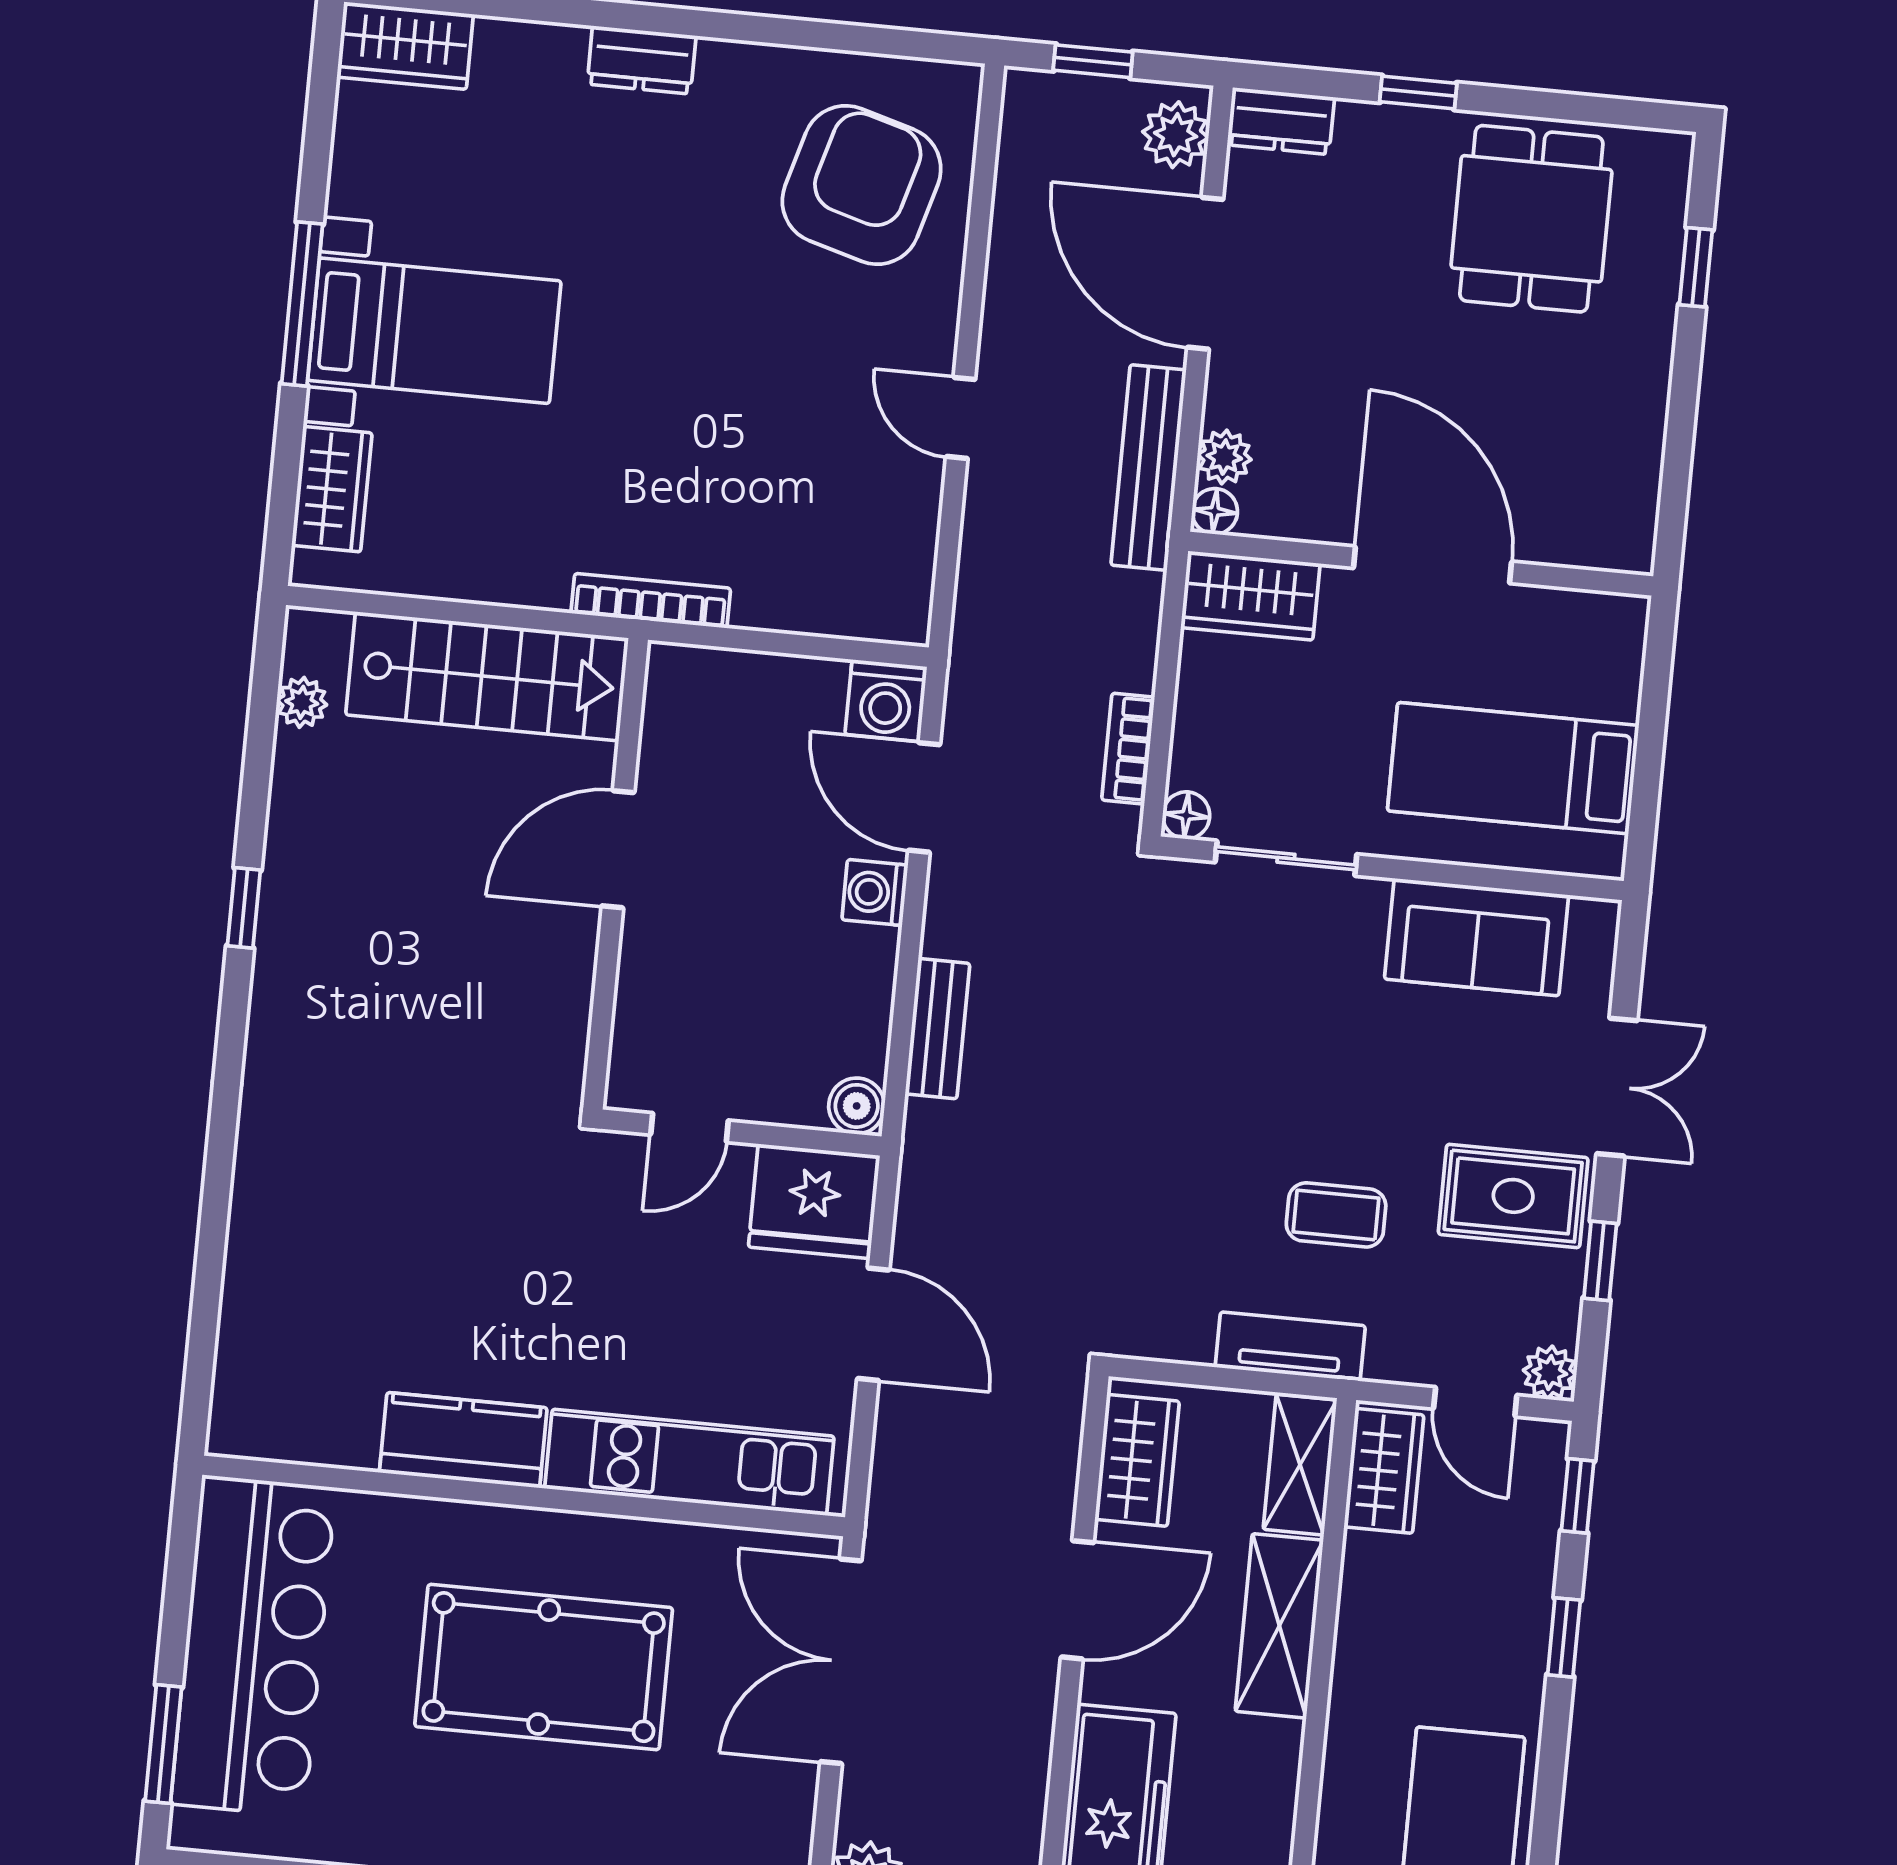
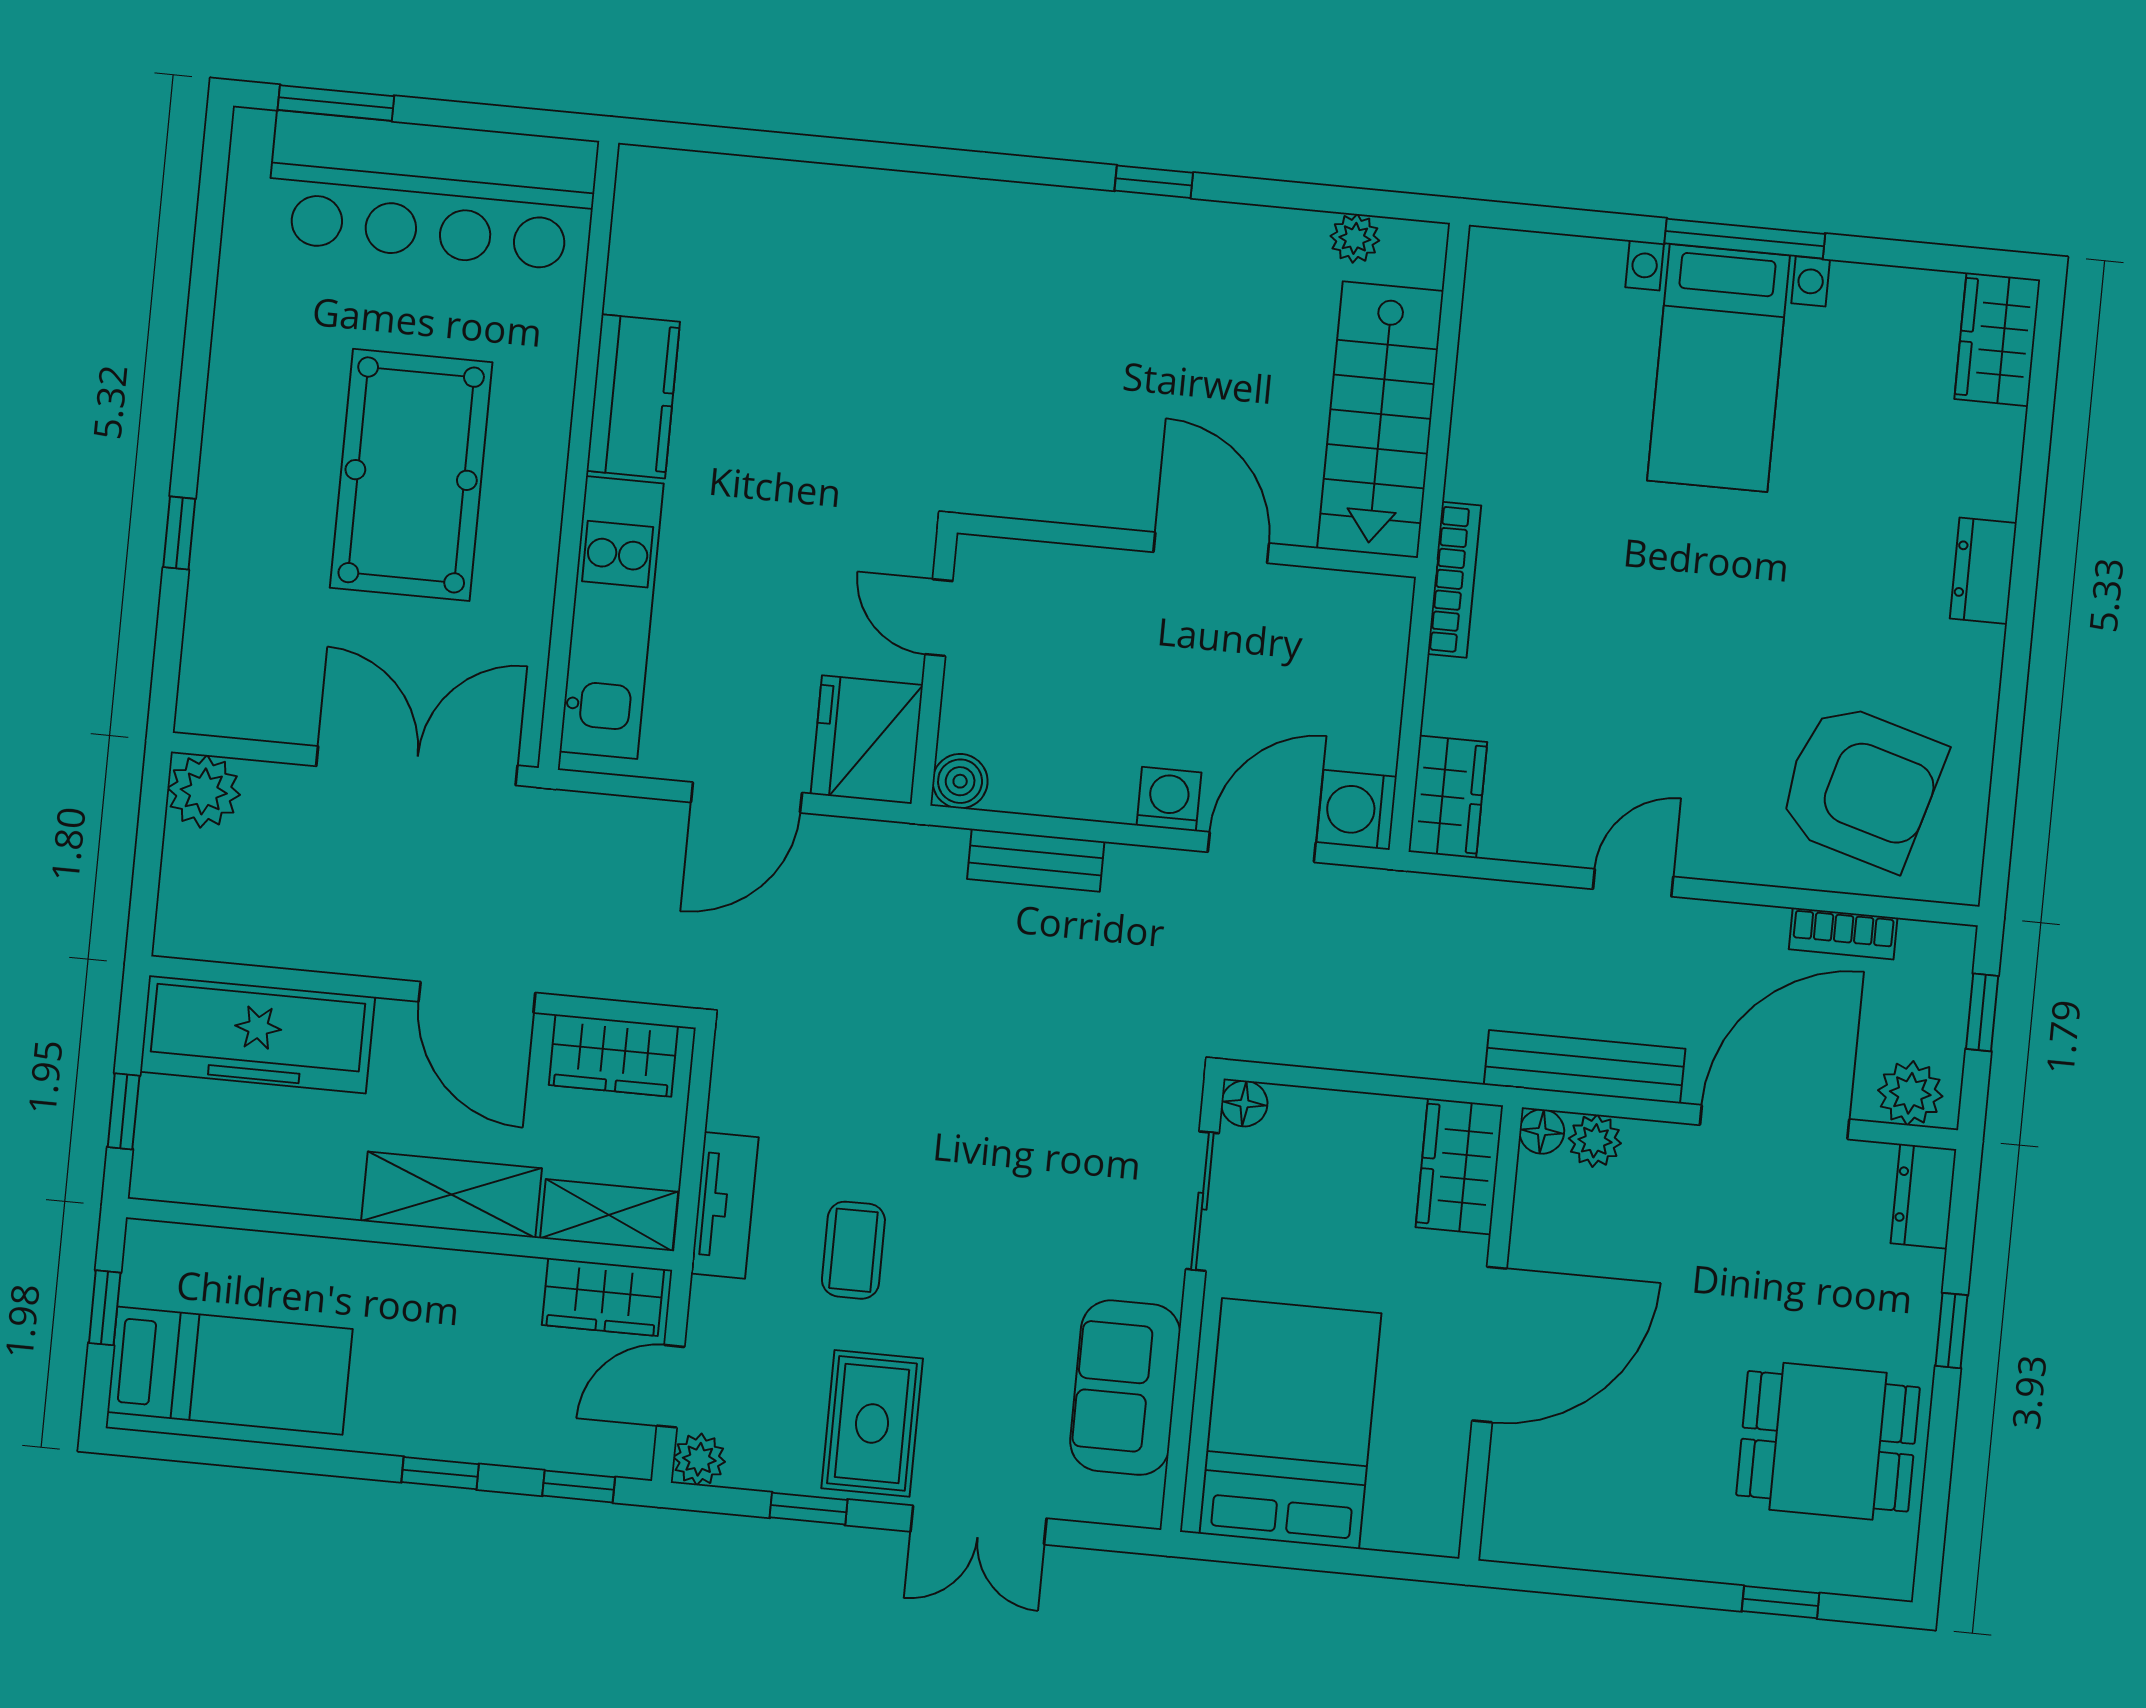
wardrobe: (332, 489) -> (1448, 797), moved, turned -90
bookcase: (1128, 749) -> (1843, 934), moved, turned 180
bed: (1513, 768) -> (1290, 1423), width x1.50

